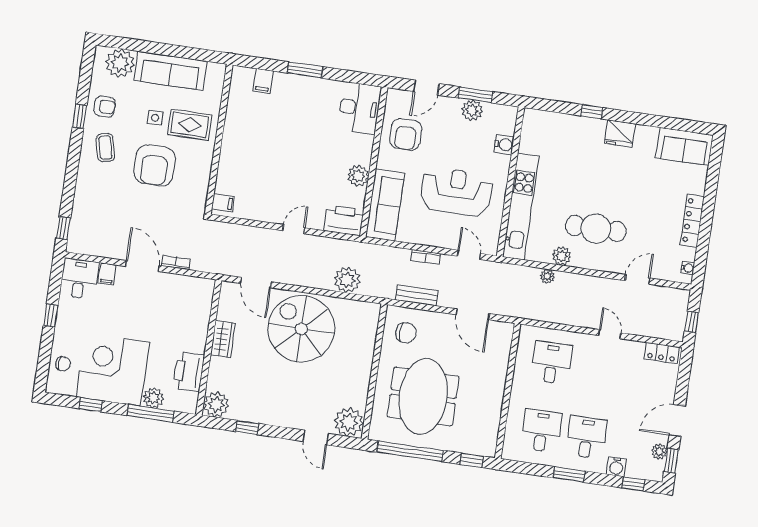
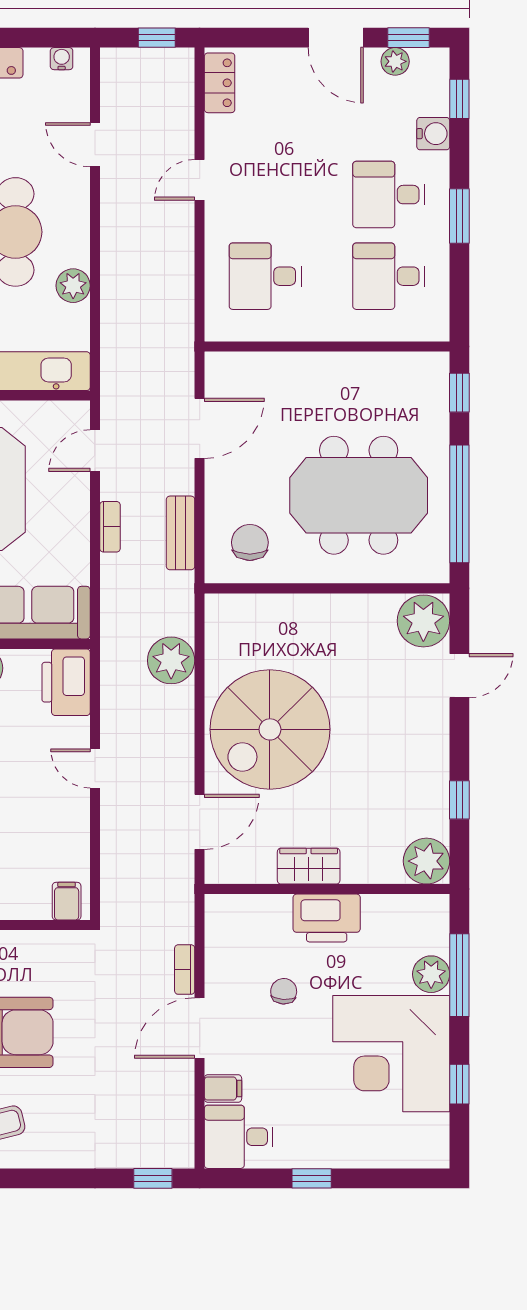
plant: (547, 276) -> (113, 306), removed
chair: (63, 364) -> (284, 991), moved
printer: (189, 372) -> (327, 918), moved

